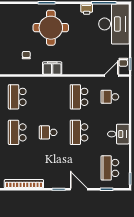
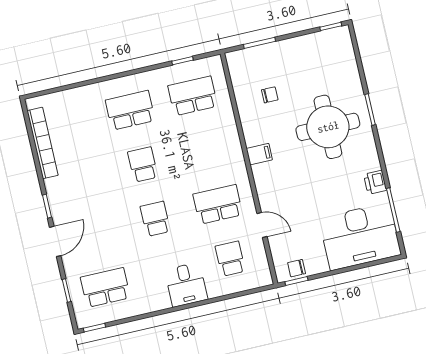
filing cabinet: (52, 68) -> (259, 154), width x0.50
door: (112, 76) -> (262, 225), moved
school desk: (79, 132) -> (155, 219), width x0.54
desk: (118, 134) -> (186, 285), moved

